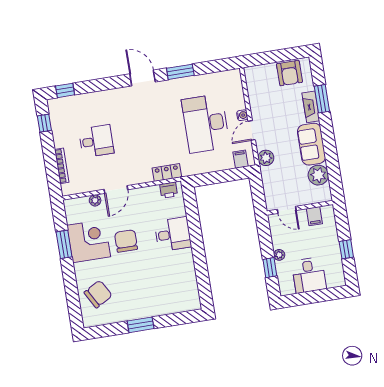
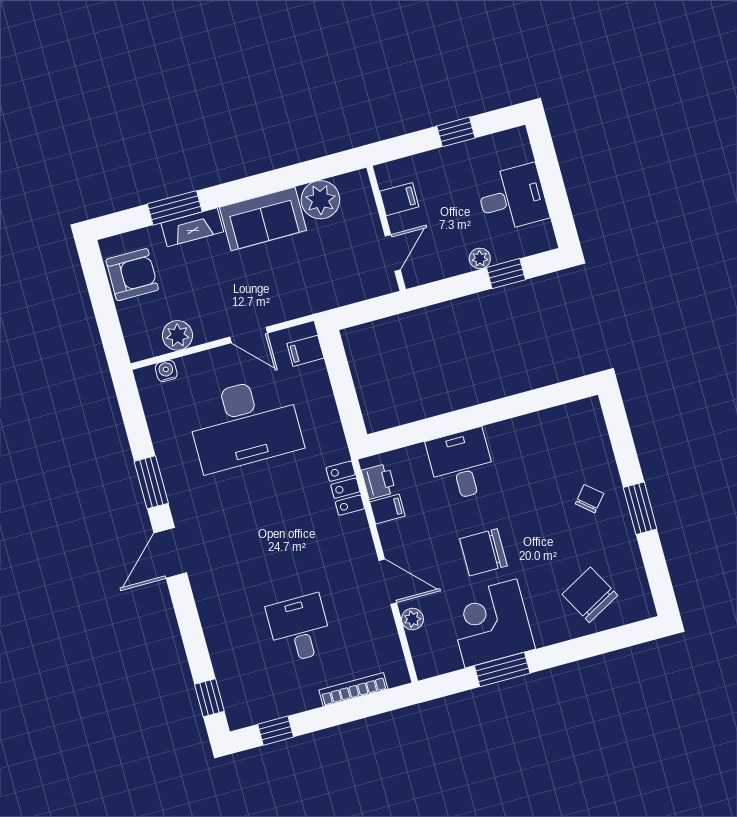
water cooler: (242, 115) -> (166, 371), moved
plant: (266, 158) -> (177, 335), moved
filing cabinet: (154, 193) -> (387, 509), added
chair: (148, 299) -> (590, 499), added

